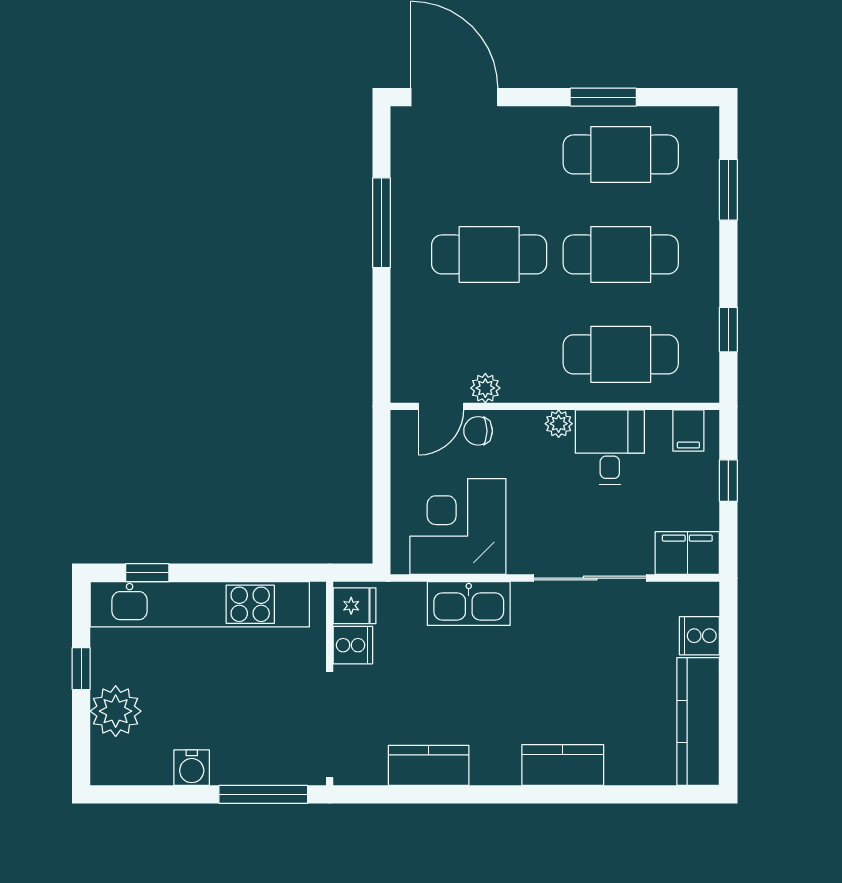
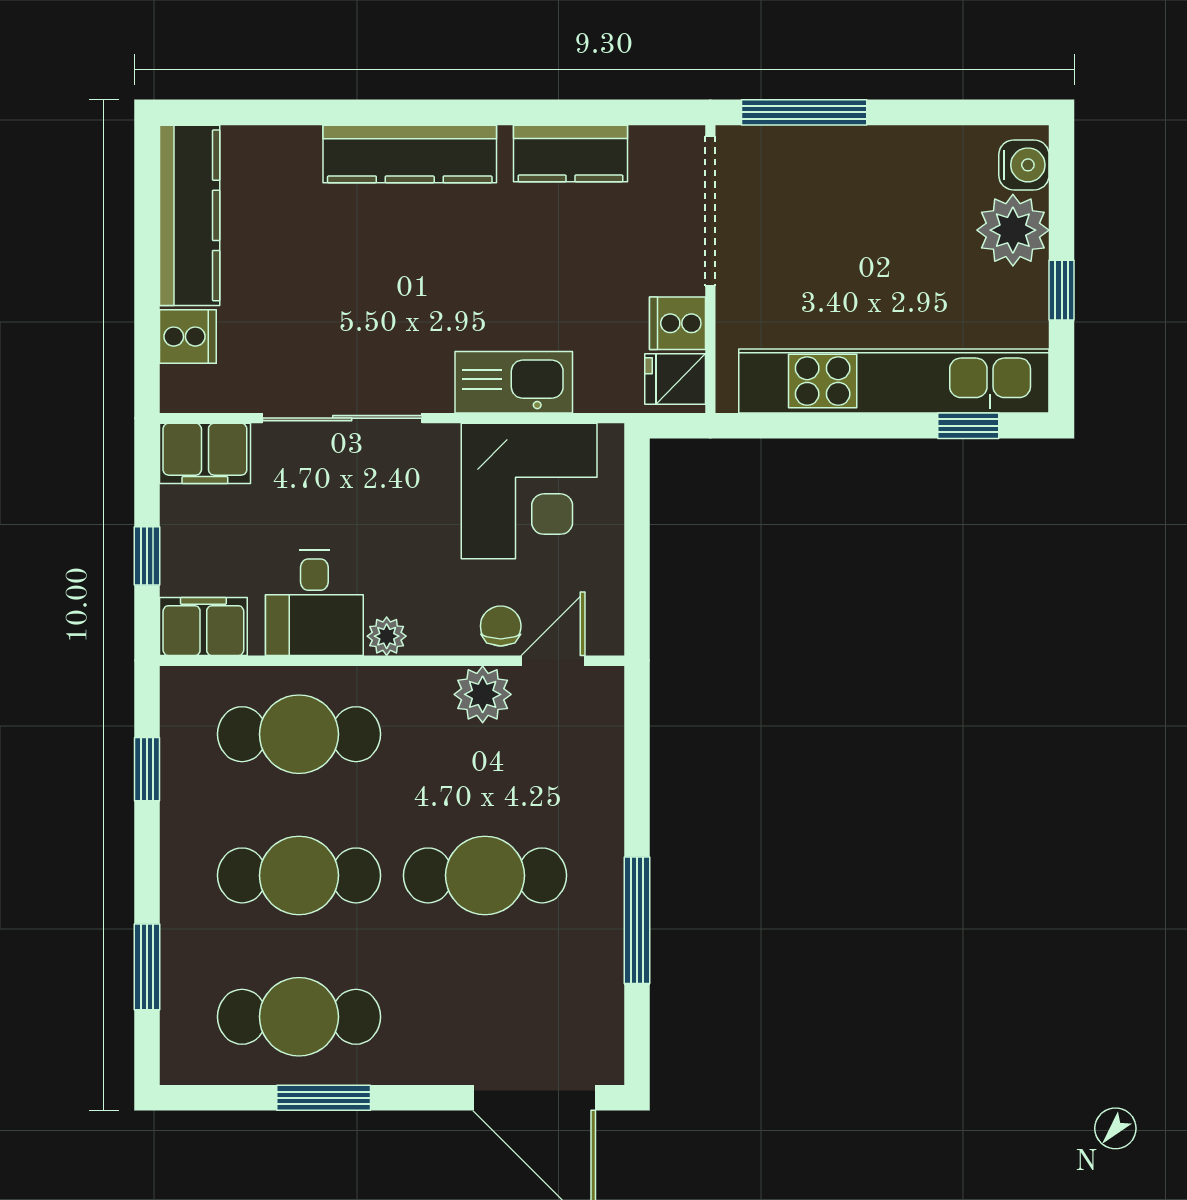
plant: (485, 388) -> (483, 694), width x1.38, depth x1.38
chair: (478, 431) -> (501, 626), turned -90
filing cabinet: (688, 431) -> (203, 627), width x2.00
kitchen counter: (563, 765) -> (410, 154), width x1.50
water cooler: (192, 768) -> (1024, 165), moved, turned 90

